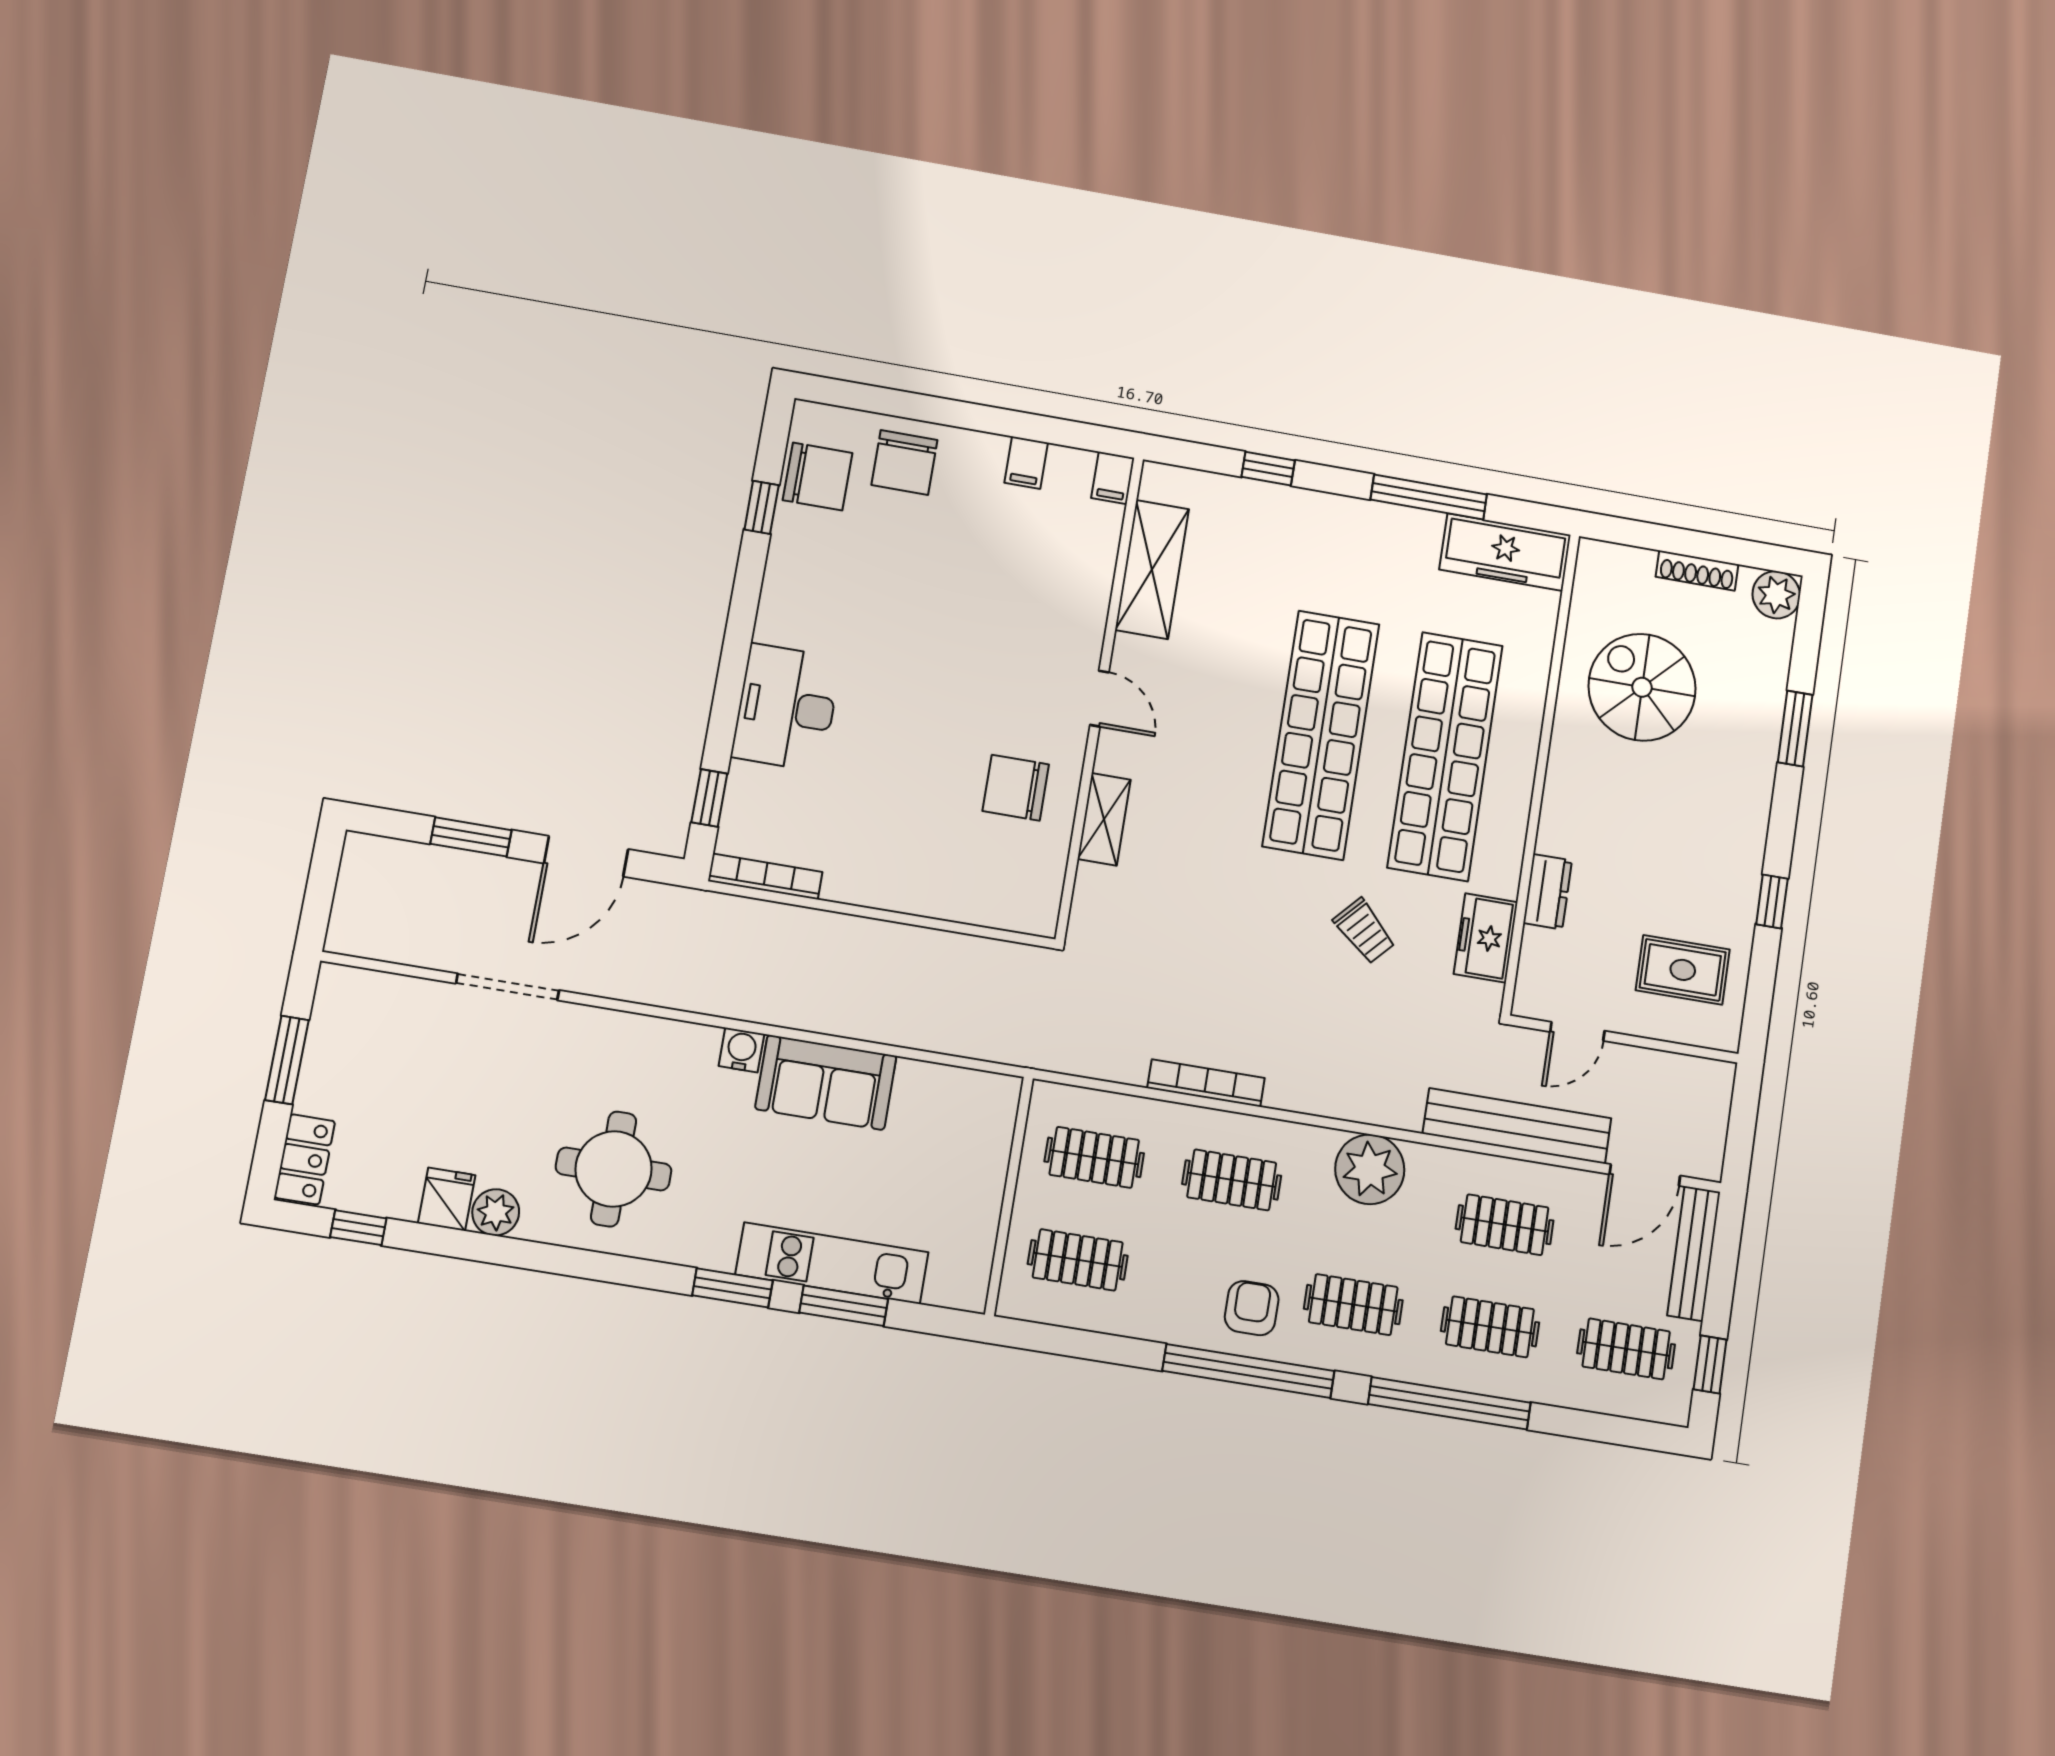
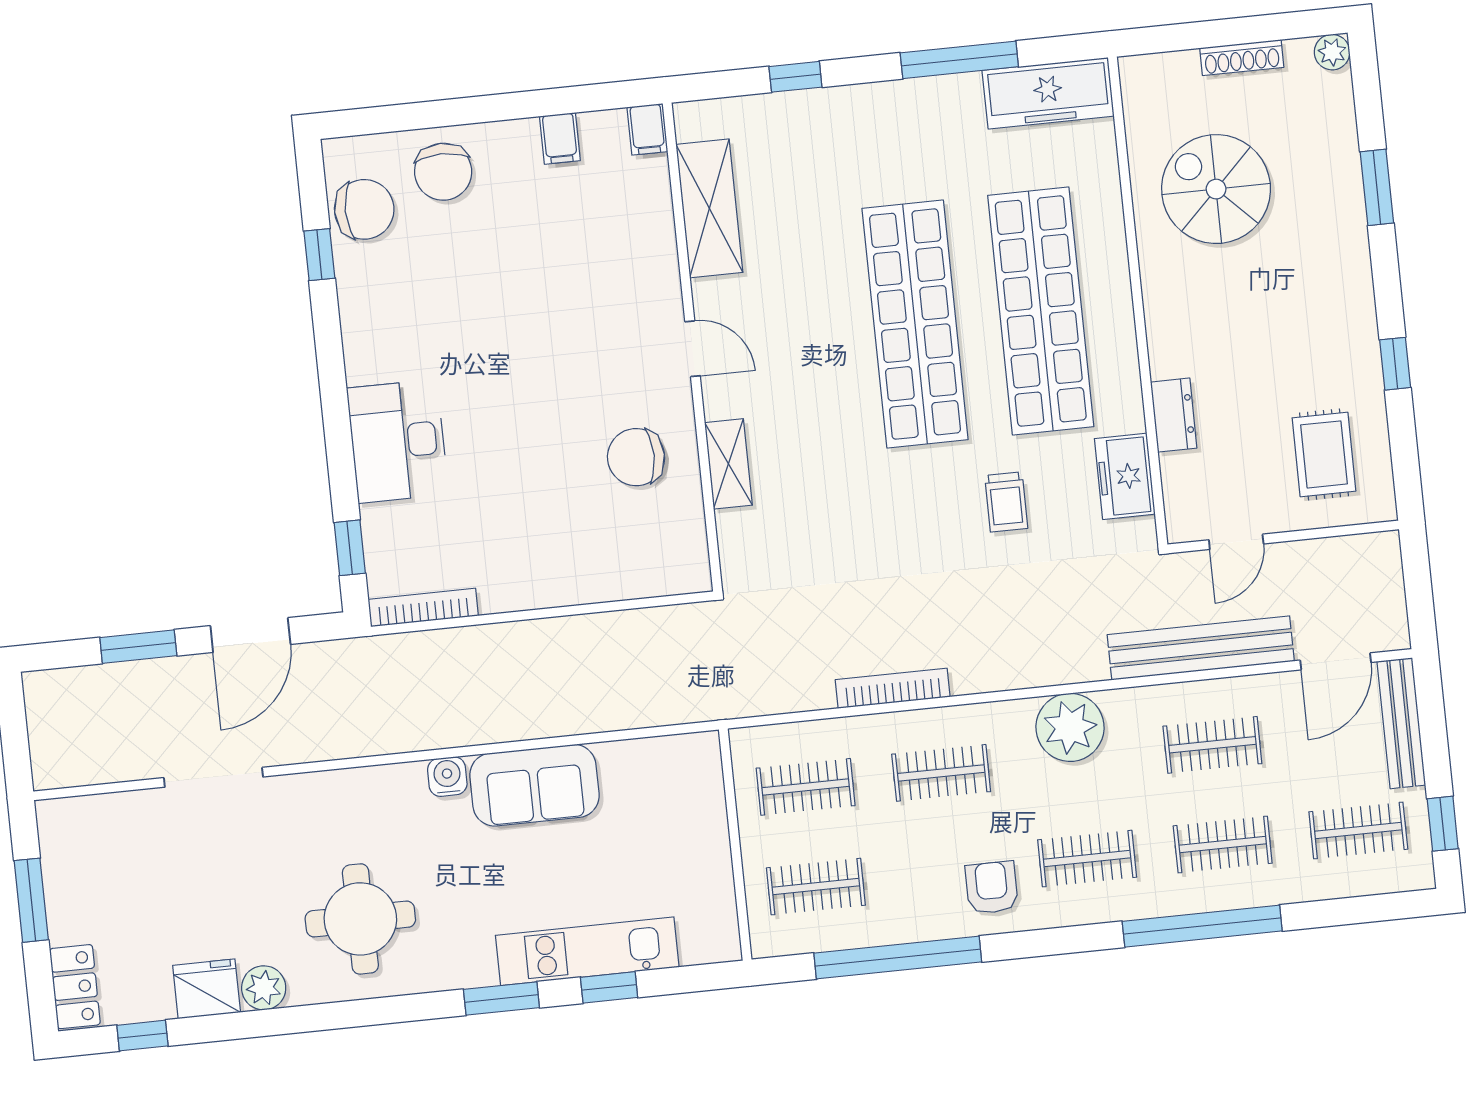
plant: (1776, 595) -> (1332, 52), width x0.73, depth x0.73
trolley: (1364, 931) -> (1006, 502), turned 47
rug: (1683, 970) -> (1324, 454), turned 90
fridge: (447, 1199) -> (207, 989), width x1.38
window: (844, 1306) -> (609, 987), width x0.67
window: (1248, 1371) -> (898, 958), moved

